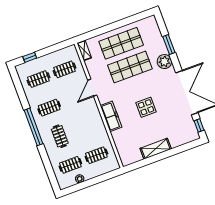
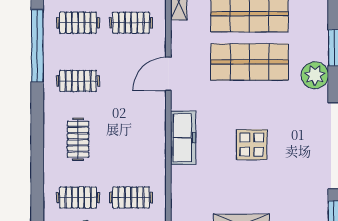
window: (34, 127) -> (37, 46), moved

